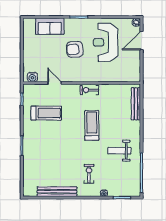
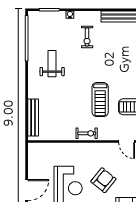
armchair: (75, 49) -> (103, 180), turned -46
treadmill: (92, 125) -> (100, 100), moved
weight bench: (119, 151) -> (52, 64), turned -90

